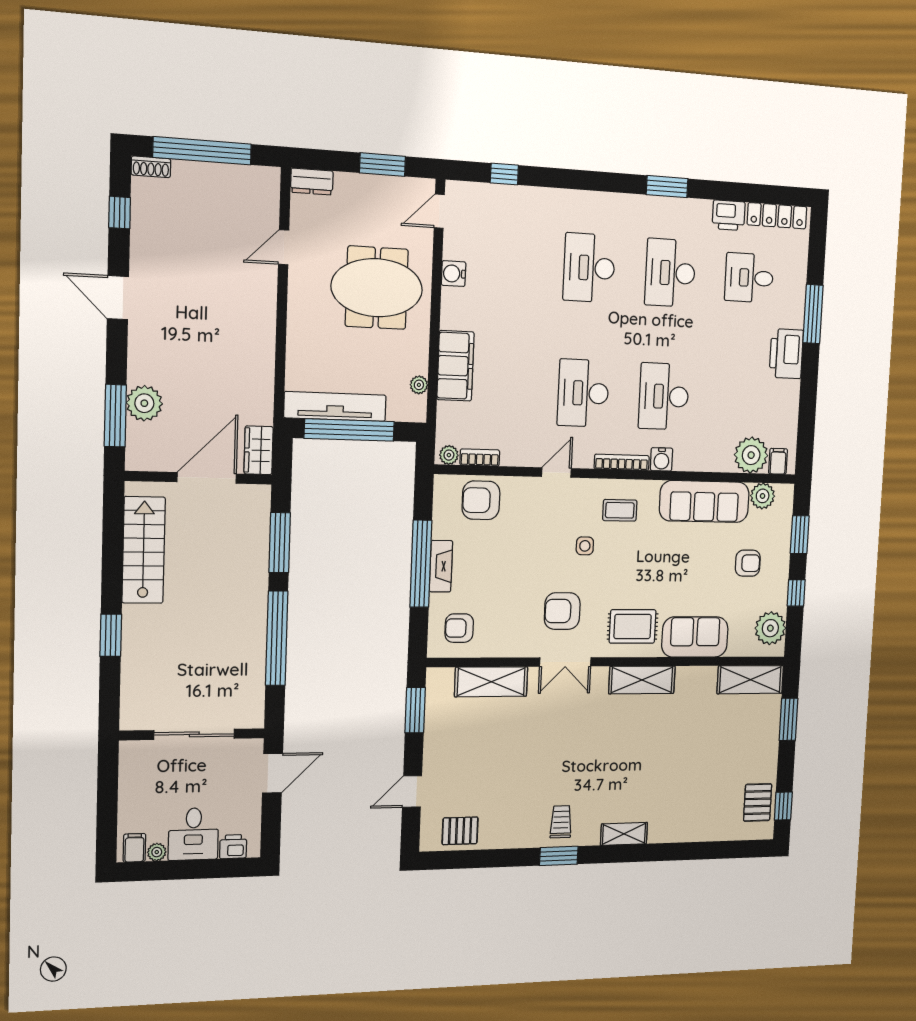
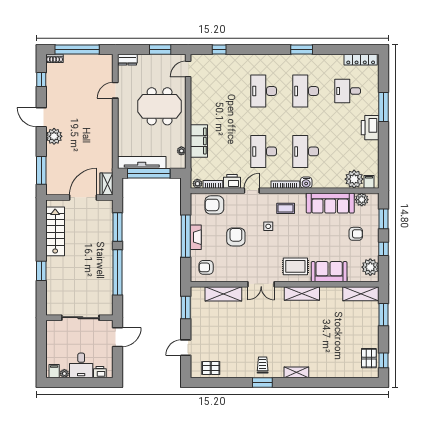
printer: (729, 215) -> (232, 181), moved, turned 180
water cooler: (454, 274) -> (196, 98), removed
plant: (144, 403) -> (54, 136), moved
armchair: (562, 611) -> (236, 237), moved, turned 90

